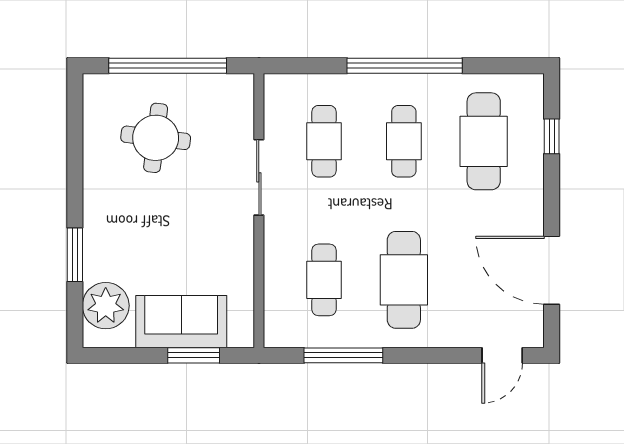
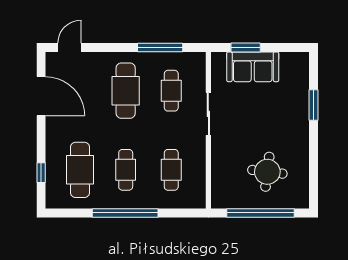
sliding door: (259, 177) -> (208, 114), moved
plant: (106, 306) -> (296, 76), removed

